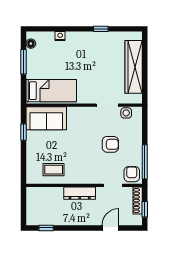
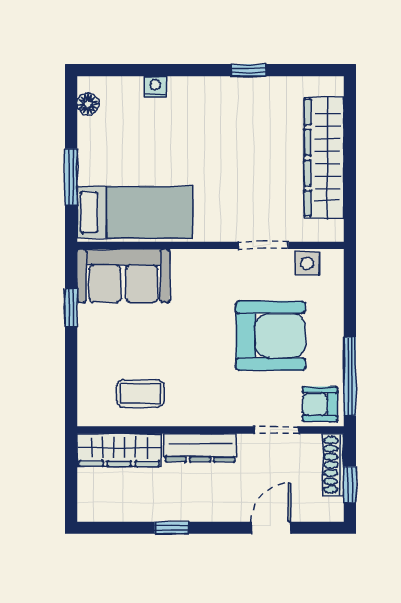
window: (24, 62) -> (71, 177), moved
armchair: (110, 144) -> (271, 336), width x1.88, depth x1.88
armchair: (132, 174) -> (320, 404), turned -90
wardrobe: (44, 194) -> (119, 450), added
window: (46, 228) -> (171, 528), moved

